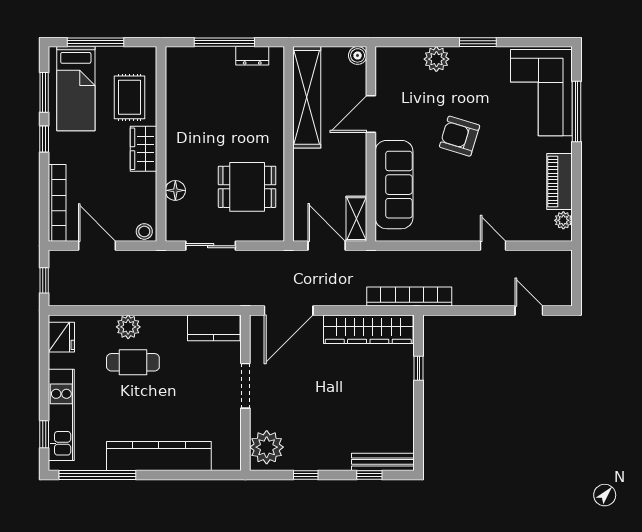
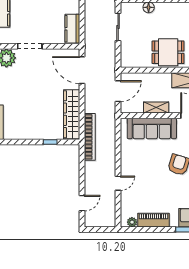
dining table: (247, 187) -> (168, 52), moved, turned 90
shelving: (356, 219) -> (156, 108), moved
doorway: (245, 386) -> (30, 46), moved

